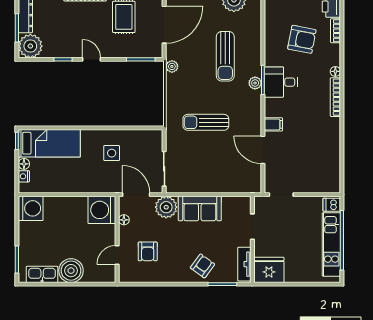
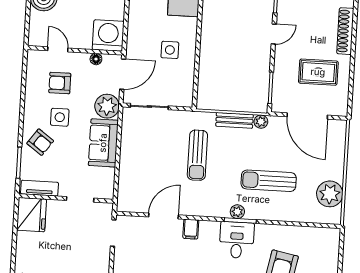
bench: (172, 91) -> (234, 120), added
sun lounger: (206, 122) -> (197, 155), turned 180
side table: (179, 250) -> (60, 117), added

